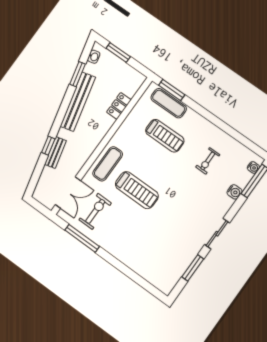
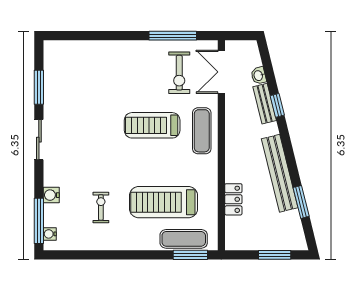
washbasin: (94, 57) -> (259, 76), moved
treadmill: (165, 136) -> (164, 202), width x1.37, depth x1.38

